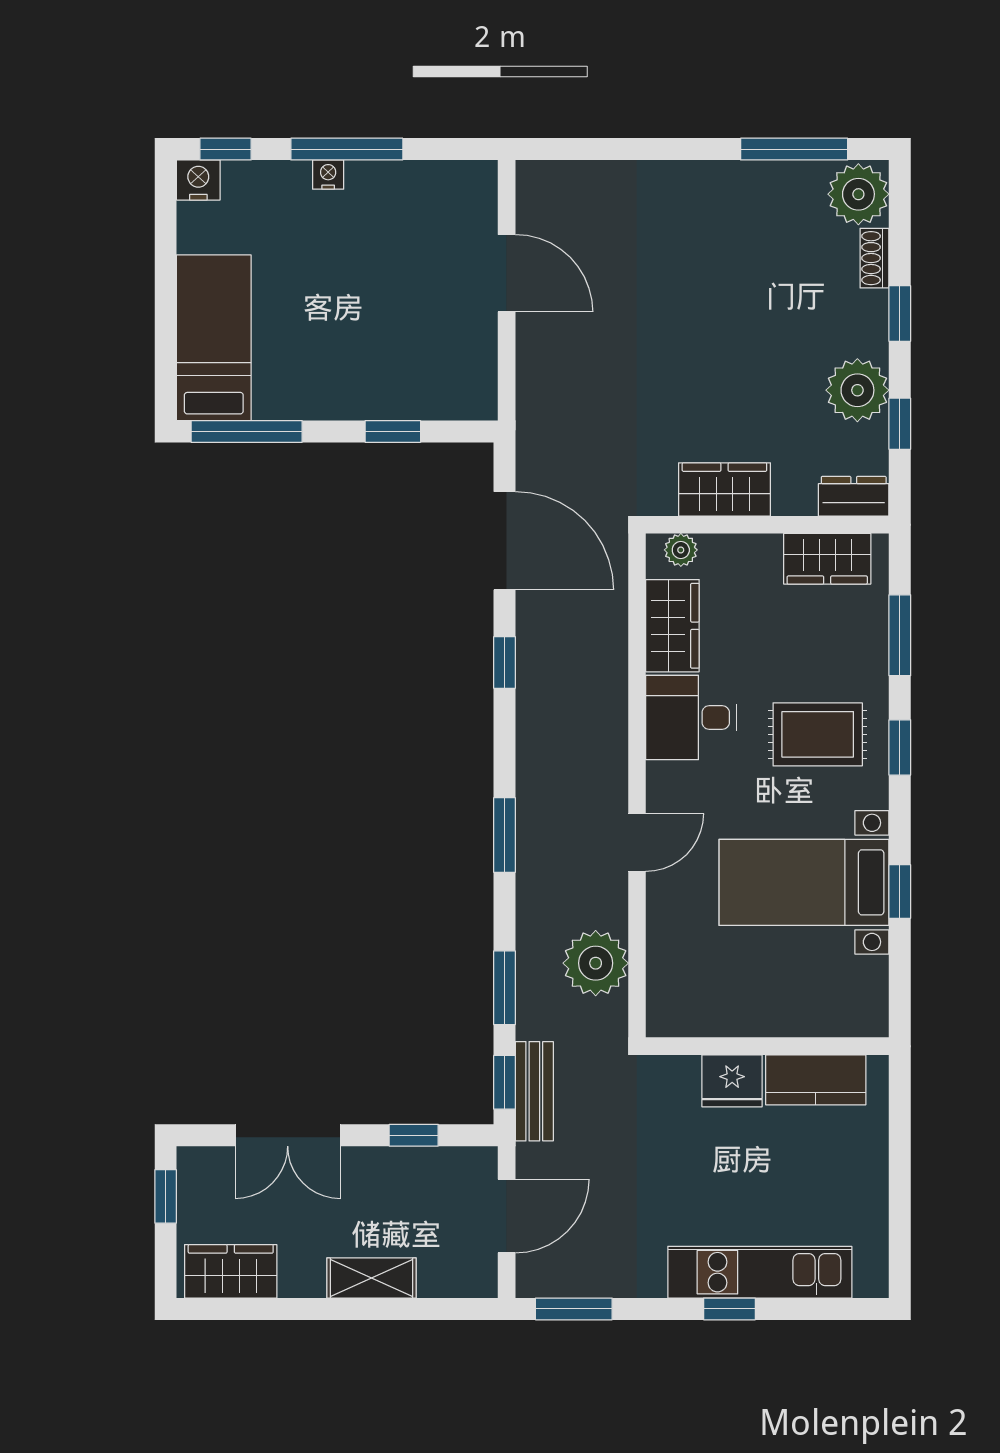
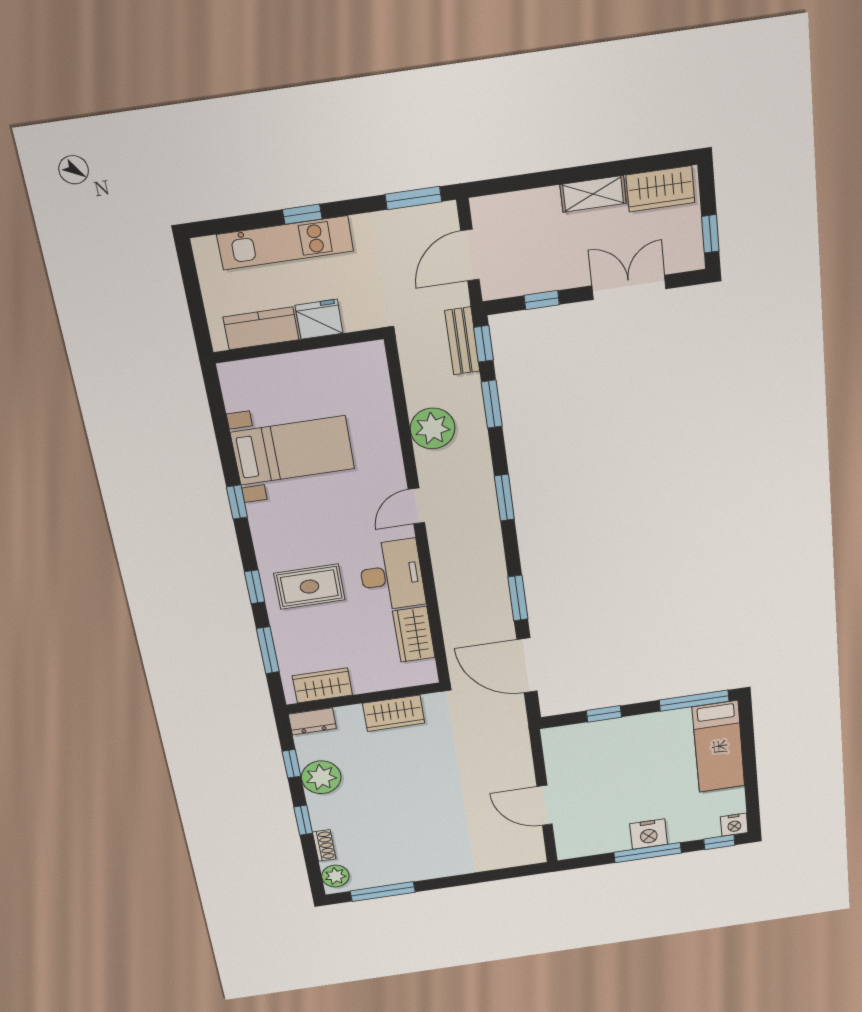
nightstand: (328, 175) -> (649, 834), width x1.89, depth x1.79
plant: (858, 194) -> (335, 876), width x0.73, depth x0.73
plant: (681, 550) -> (415, 677), removed
window: (504, 662) -> (518, 598), width x1.50
desk: (691, 717) -> (392, 575), width x1.37
bed with nightstands: (804, 882) -> (293, 450), moved
wall: (767, 1046) -> (299, 346), moved
kitchen counter: (816, 1080) -> (261, 328), moved
fridge: (732, 1081) -> (319, 319), moved
shelving: (372, 1278) -> (593, 194), moved

